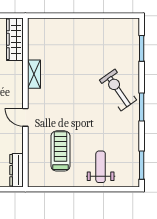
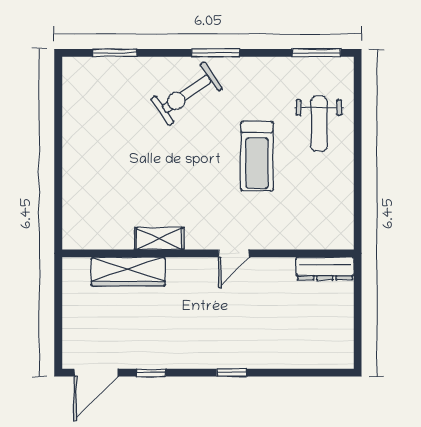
wardrobe: (15, 39) -> (128, 272), moved
treadmill: (61, 151) -> (257, 156), moved, turned -90
weight bench: (101, 167) -> (319, 124), turned -90

